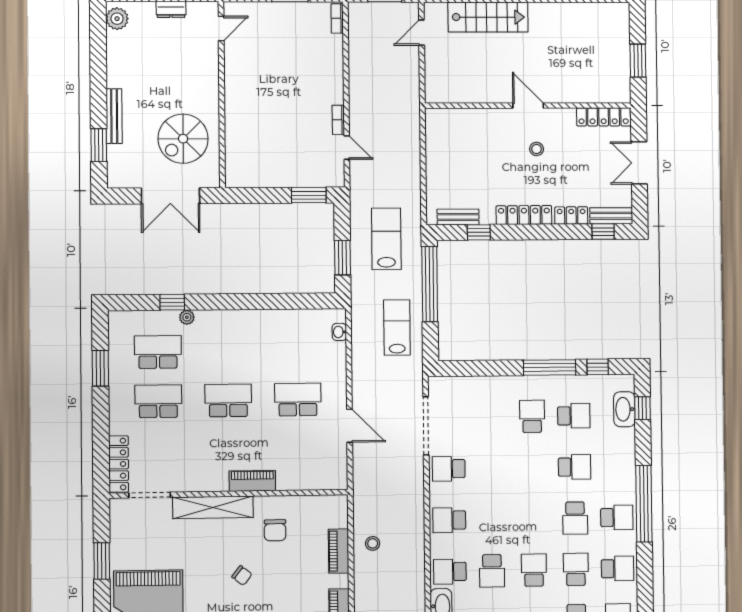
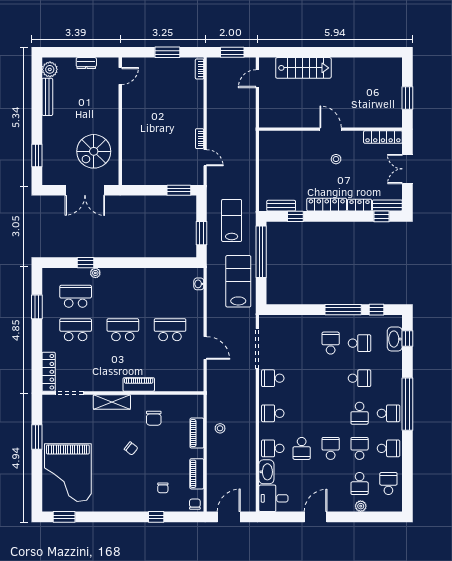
bench: (114, 116) -> (47, 97), moved
lab bench: (397, 328) -> (238, 281), width x1.36, depth x1.39
shelving: (213, 507) -> (112, 402), width x0.68

